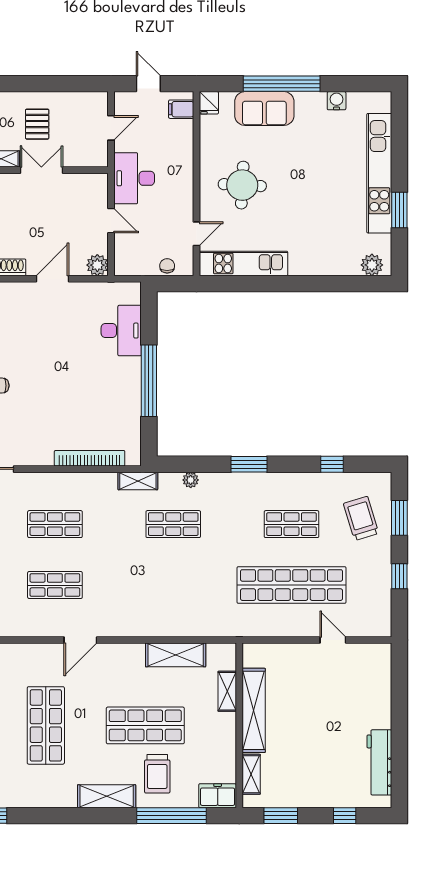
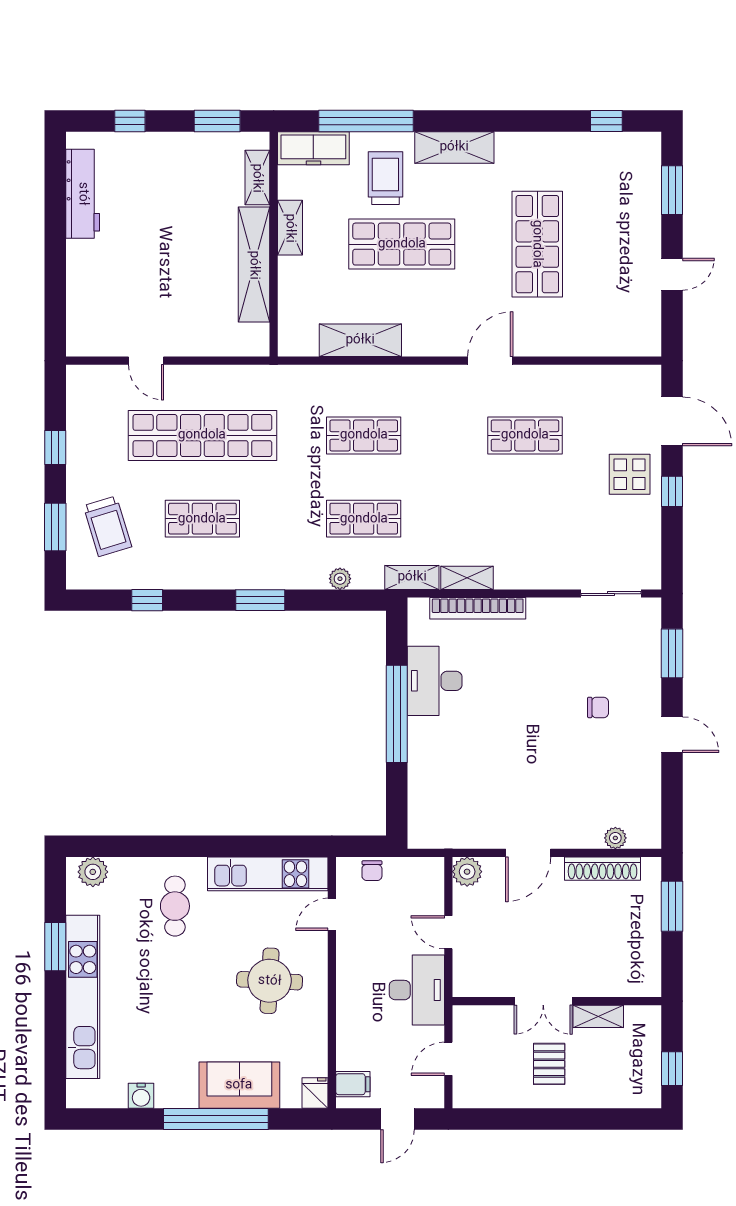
door: (148, 84) -> (397, 1119), hinge flipped
cafe table: (312, 240) -> (175, 906), added
desk: (121, 331) -> (435, 681), moved
shelving: (97, 481) -> (467, 578), added
shop shelf: (55, 524) -> (364, 435), moved
shelving: (227, 691) -> (290, 228), moved
freezer: (218, 796) -> (313, 148), width x1.40

